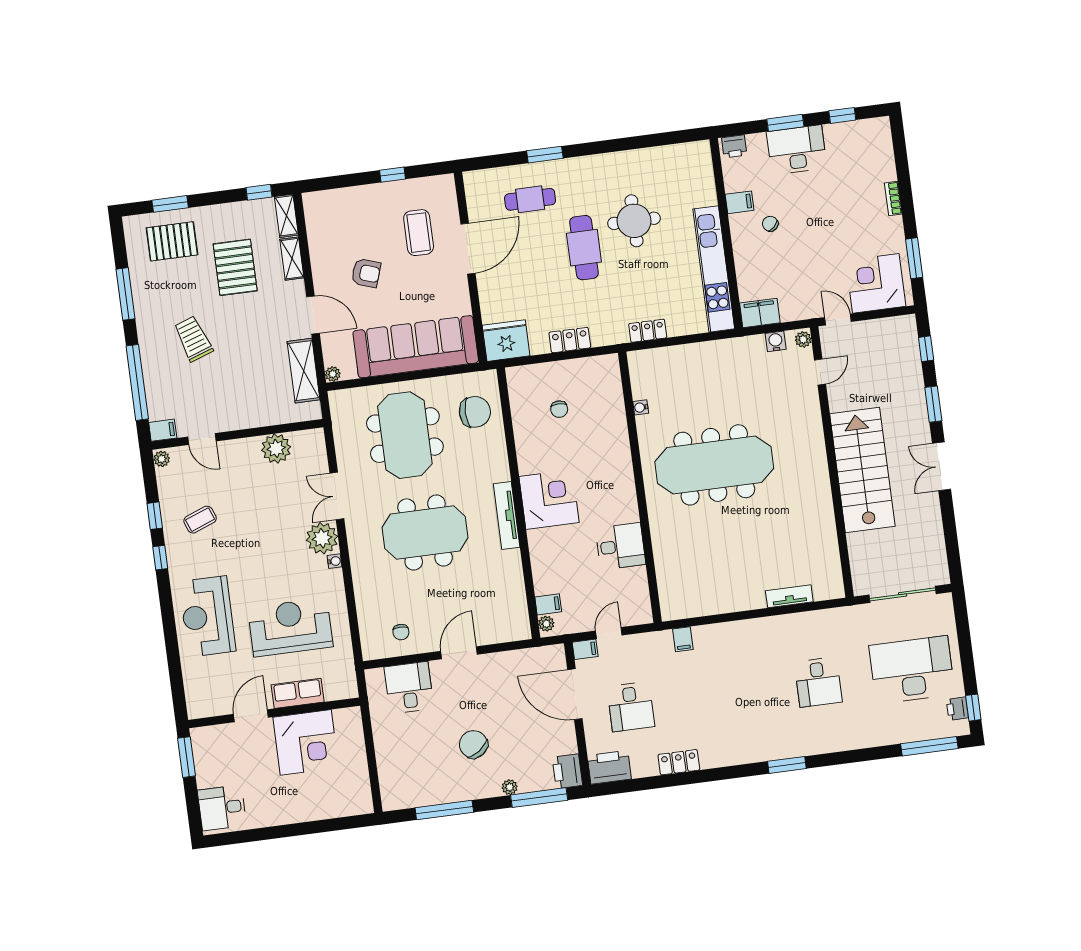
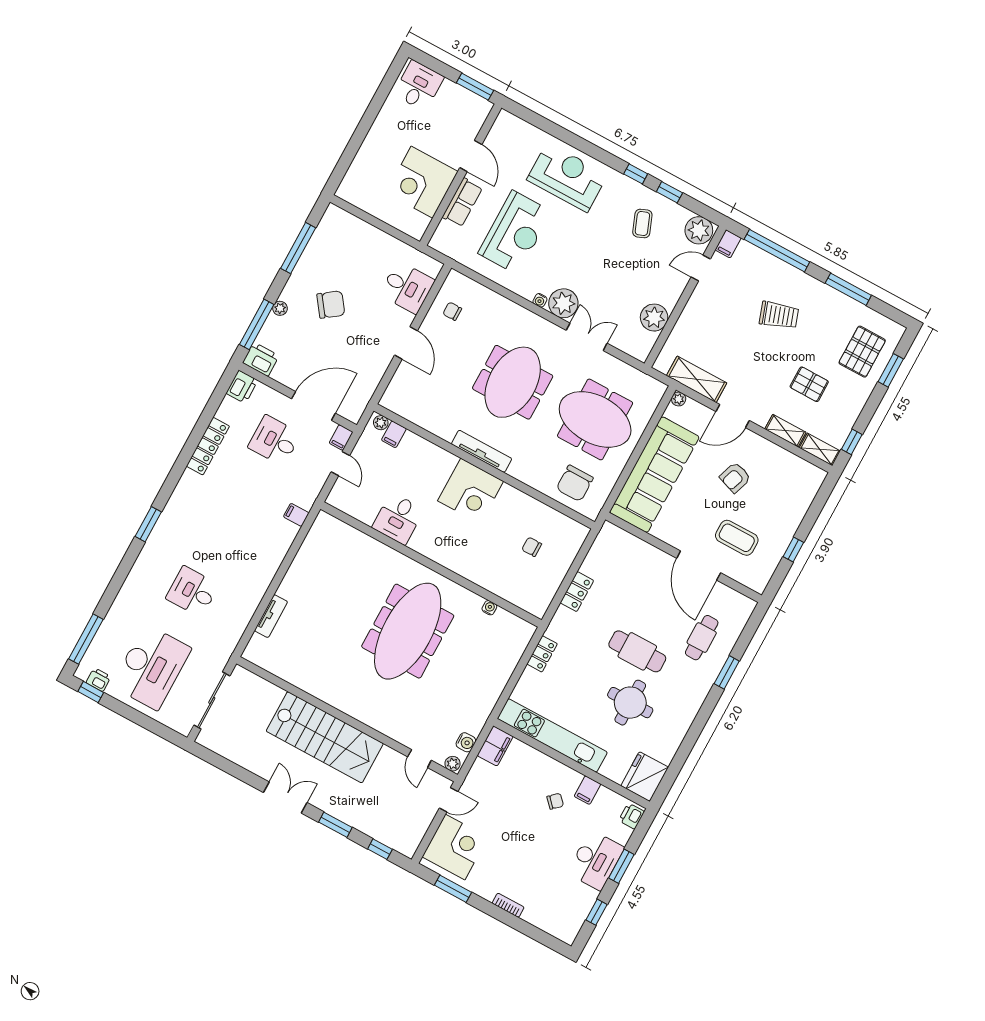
pallet: (235, 267) -> (809, 384), width x0.67, depth x0.71
fridge: (506, 341) -> (645, 777), moved, turned 180
plant: (162, 459) -> (699, 230), width x1.87, depth x1.87
locker: (679, 762) -> (208, 446), width x1.53
printer: (609, 767) -> (242, 387), width x0.73, depth x0.84

